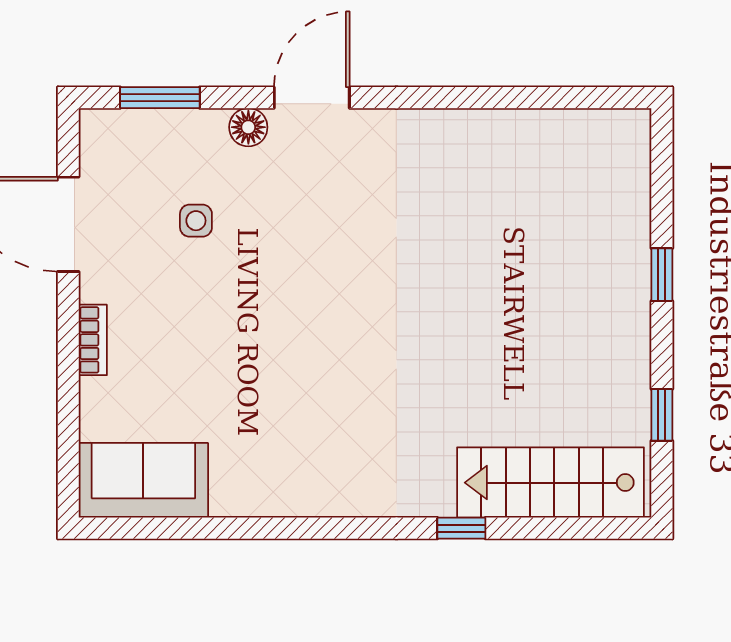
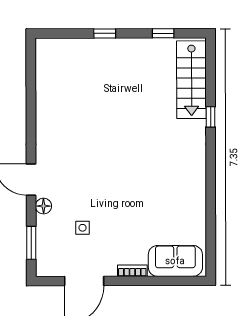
sofa: (143, 480) -> (175, 261), moved, turned 90

